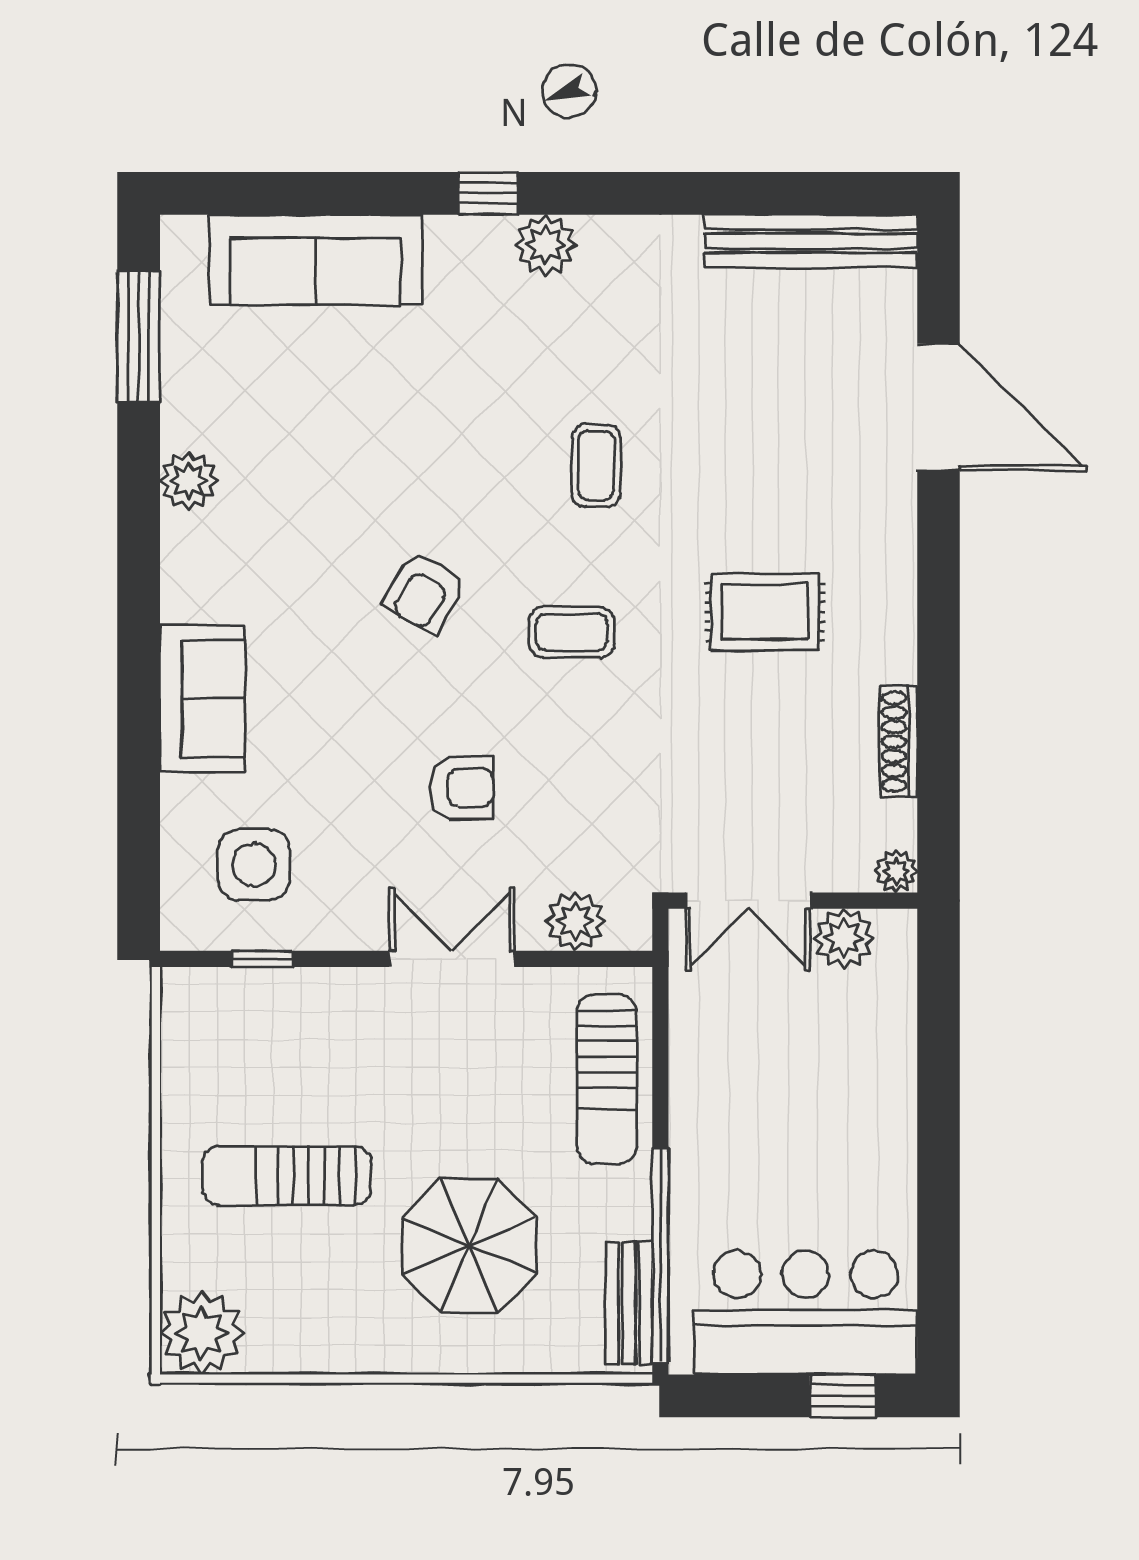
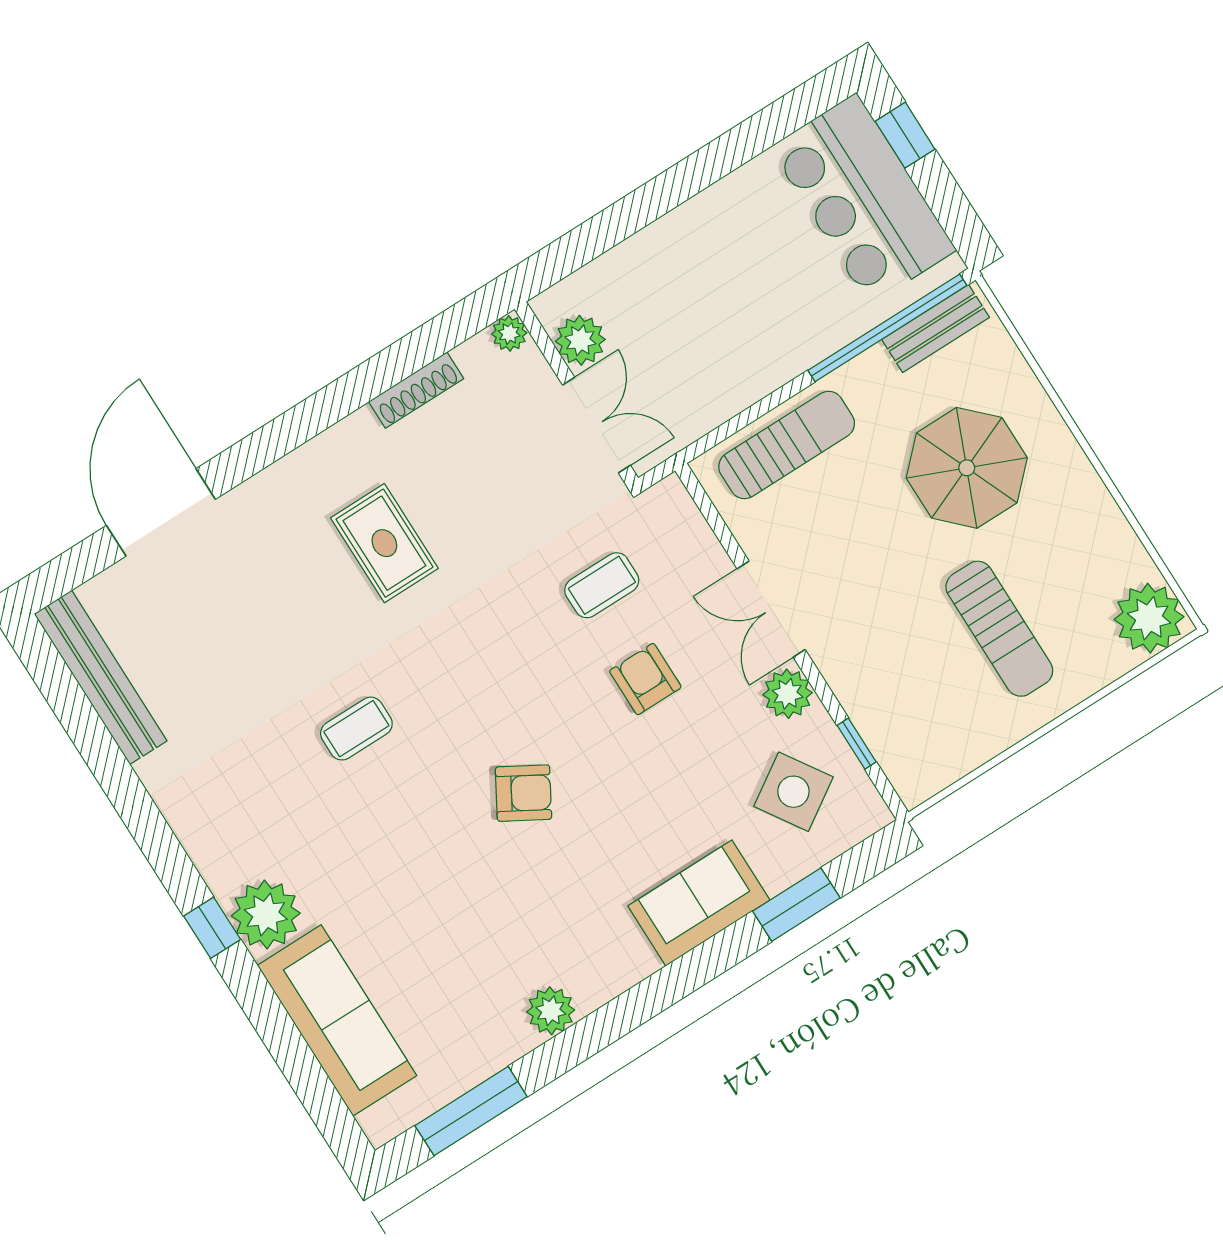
plant: (546, 245) -> (266, 914), moved, width x1.36, depth x1.36
coffee table: (571, 632) -> (602, 585), moved, turned 90
window: (139, 796) -> (796, 905), added
side table: (254, 865) -> (793, 792), turned -33
plant: (575, 921) -> (788, 694), moved

